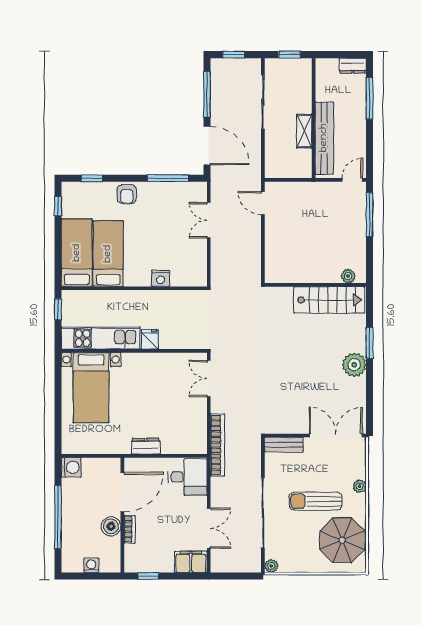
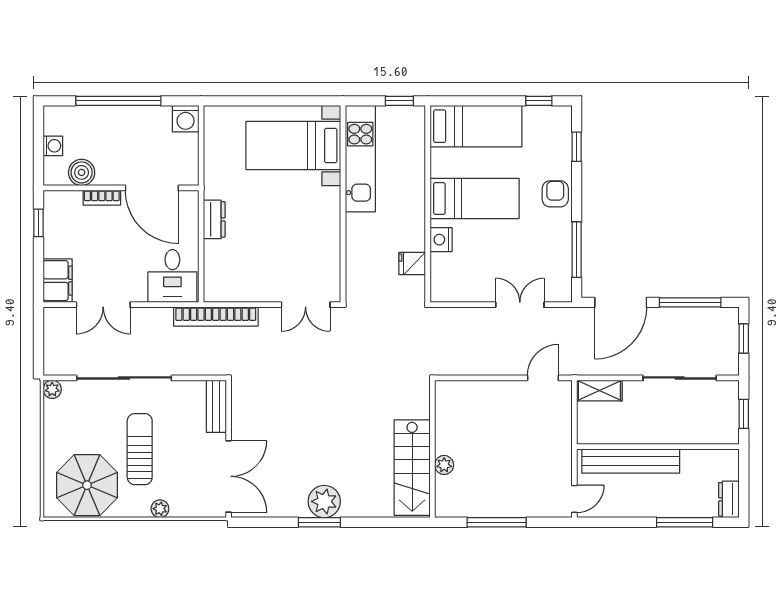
shelving: (304, 131) -> (599, 390), moved
door: (352, 180) -> (574, 499), hinge flipped
armchair: (127, 194) -> (555, 194), turned 90
window: (370, 215) -> (497, 522), moved
bed: (108, 254) -> (475, 198), moved
plant: (348, 276) -> (444, 465), moved
fridge: (150, 339) -> (412, 263), moved, turned 180
window: (370, 343) -> (319, 522), moved
double door: (209, 379) -> (306, 305), swing flipped
boiler: (111, 526) -> (82, 172), moved

